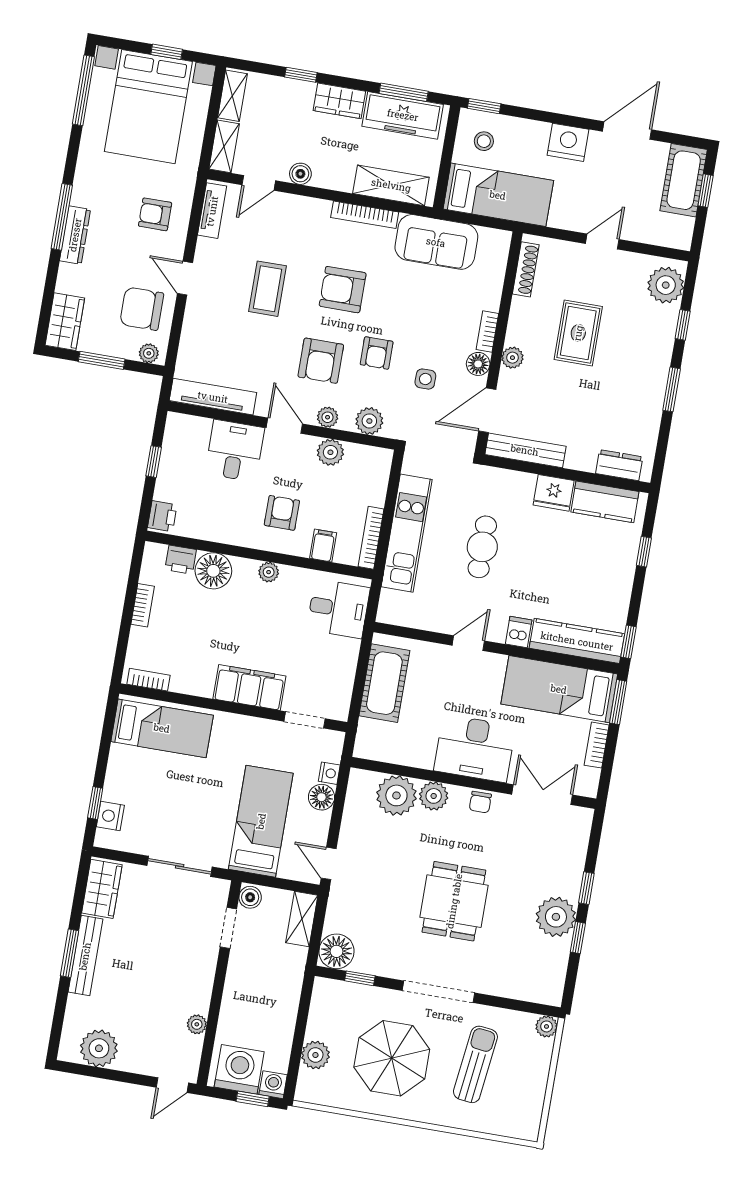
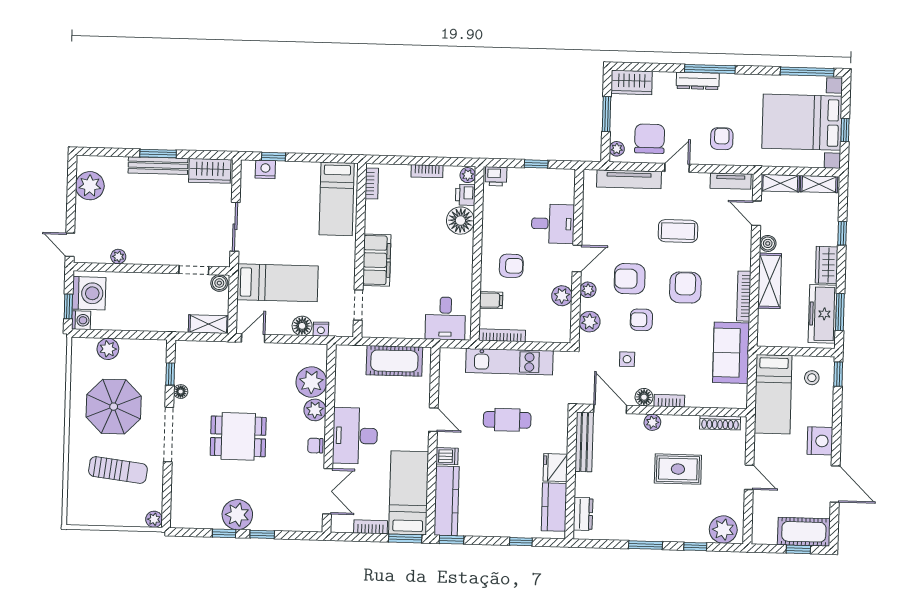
shelving: (391, 185) -> (770, 281), moved
tv unit: (213, 397) -> (629, 179), moved, turned 90
plant: (269, 572) -> (468, 175), moved
floor lamp: (337, 951) -> (181, 392), moved, width x0.53, depth x0.53

